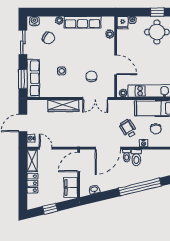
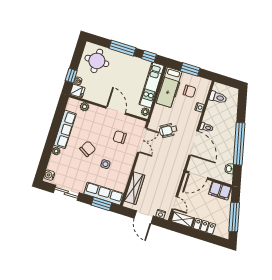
window: (157, 12) -> (71, 76), moved
chair: (48, 38) -> (88, 149), moved
door: (116, 65) -> (116, 110), hinge flipped
wardrobe: (63, 106) -> (135, 188), moved
wheelchair: (128, 129) -> (168, 130), moved
door: (46, 148) -> (175, 203), swing flipped
toilet: (136, 158) -> (218, 97), moved
door: (79, 162) -> (198, 175), hinge flipped
window: (140, 187) -> (239, 144), moved
window: (50, 209) -> (234, 217), width x2.17

